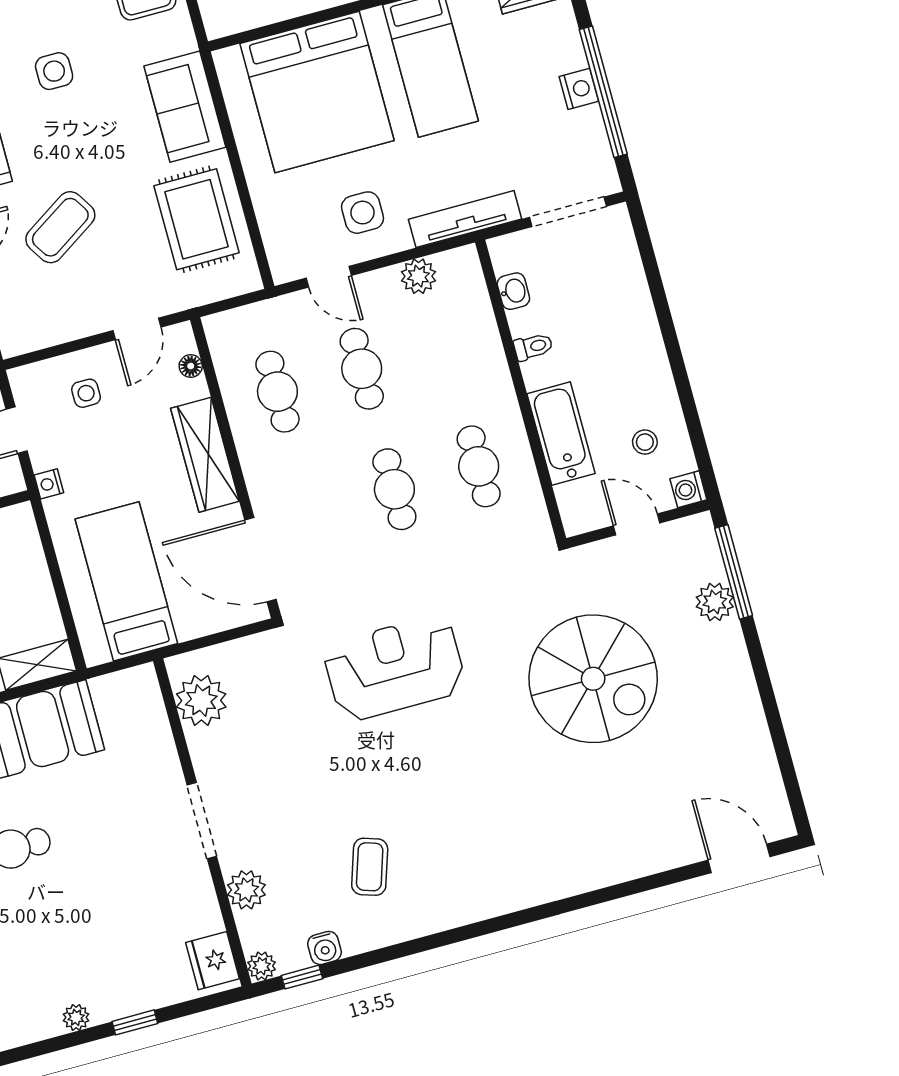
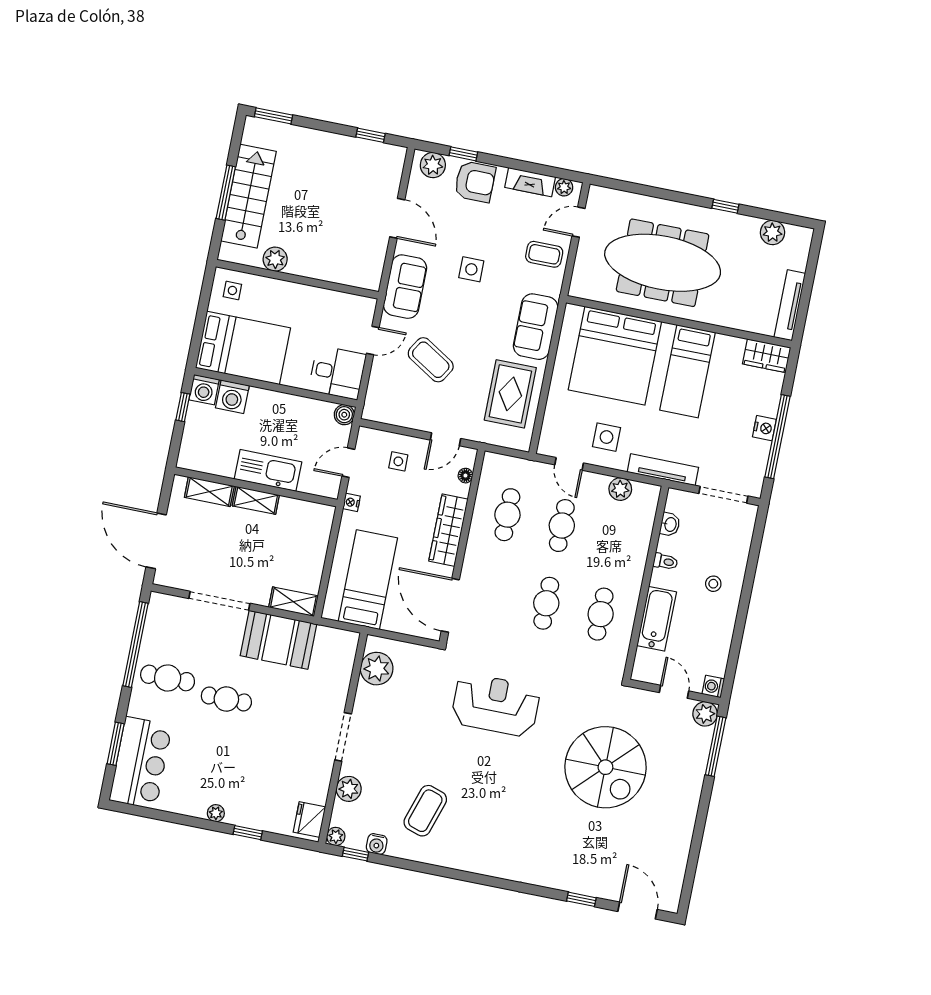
coffee table: (60, 227) -> (431, 360), turned 65
stool: (645, 442) -> (713, 584), moved
plant: (715, 602) -> (705, 714), moved
coffee table: (370, 867) -> (425, 811), width x1.36, depth x1.30
window: (652, 882) -> (581, 899), added

